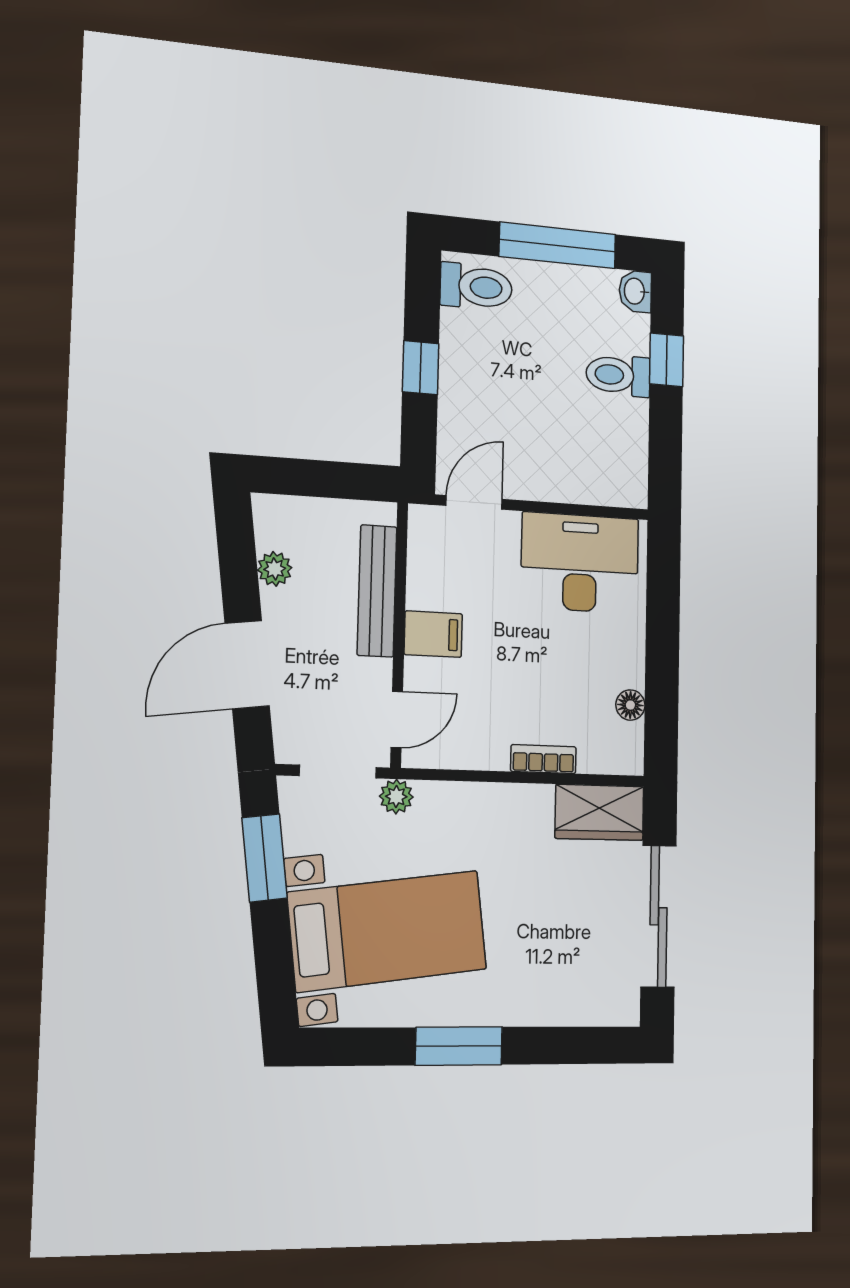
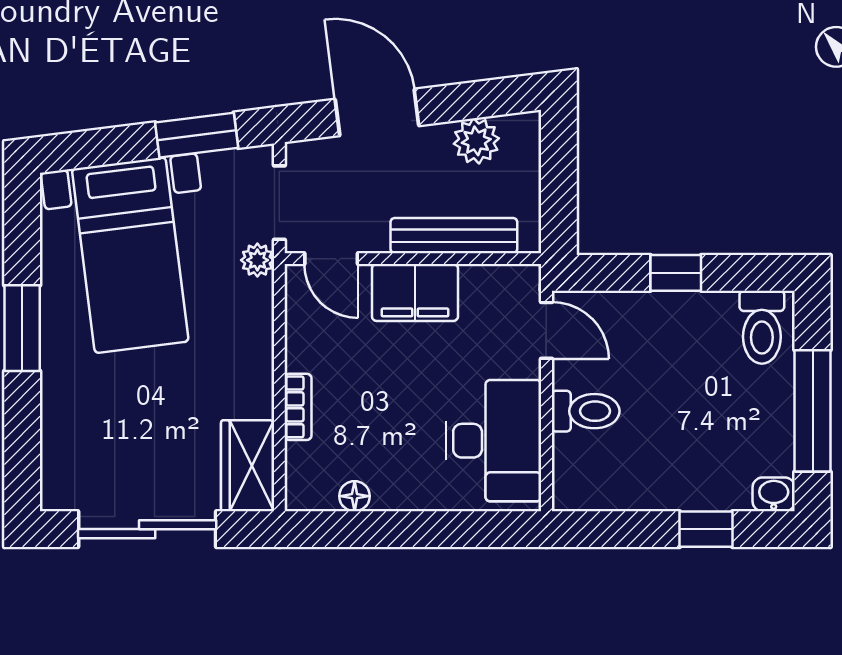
toilet: (618, 375) -> (586, 411), moved, turned 90
plant: (275, 569) -> (476, 141), width x1.38, depth x1.38
filing cabinet: (433, 634) -> (415, 292), width x2.00

